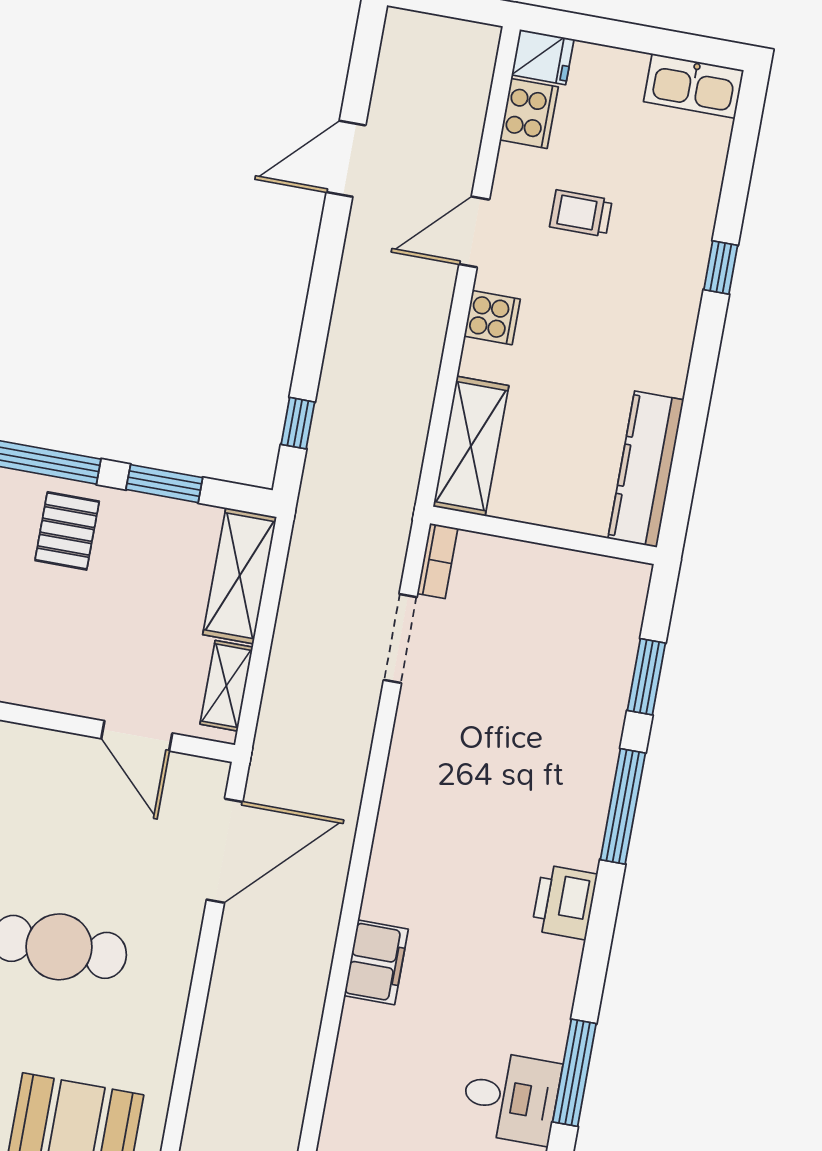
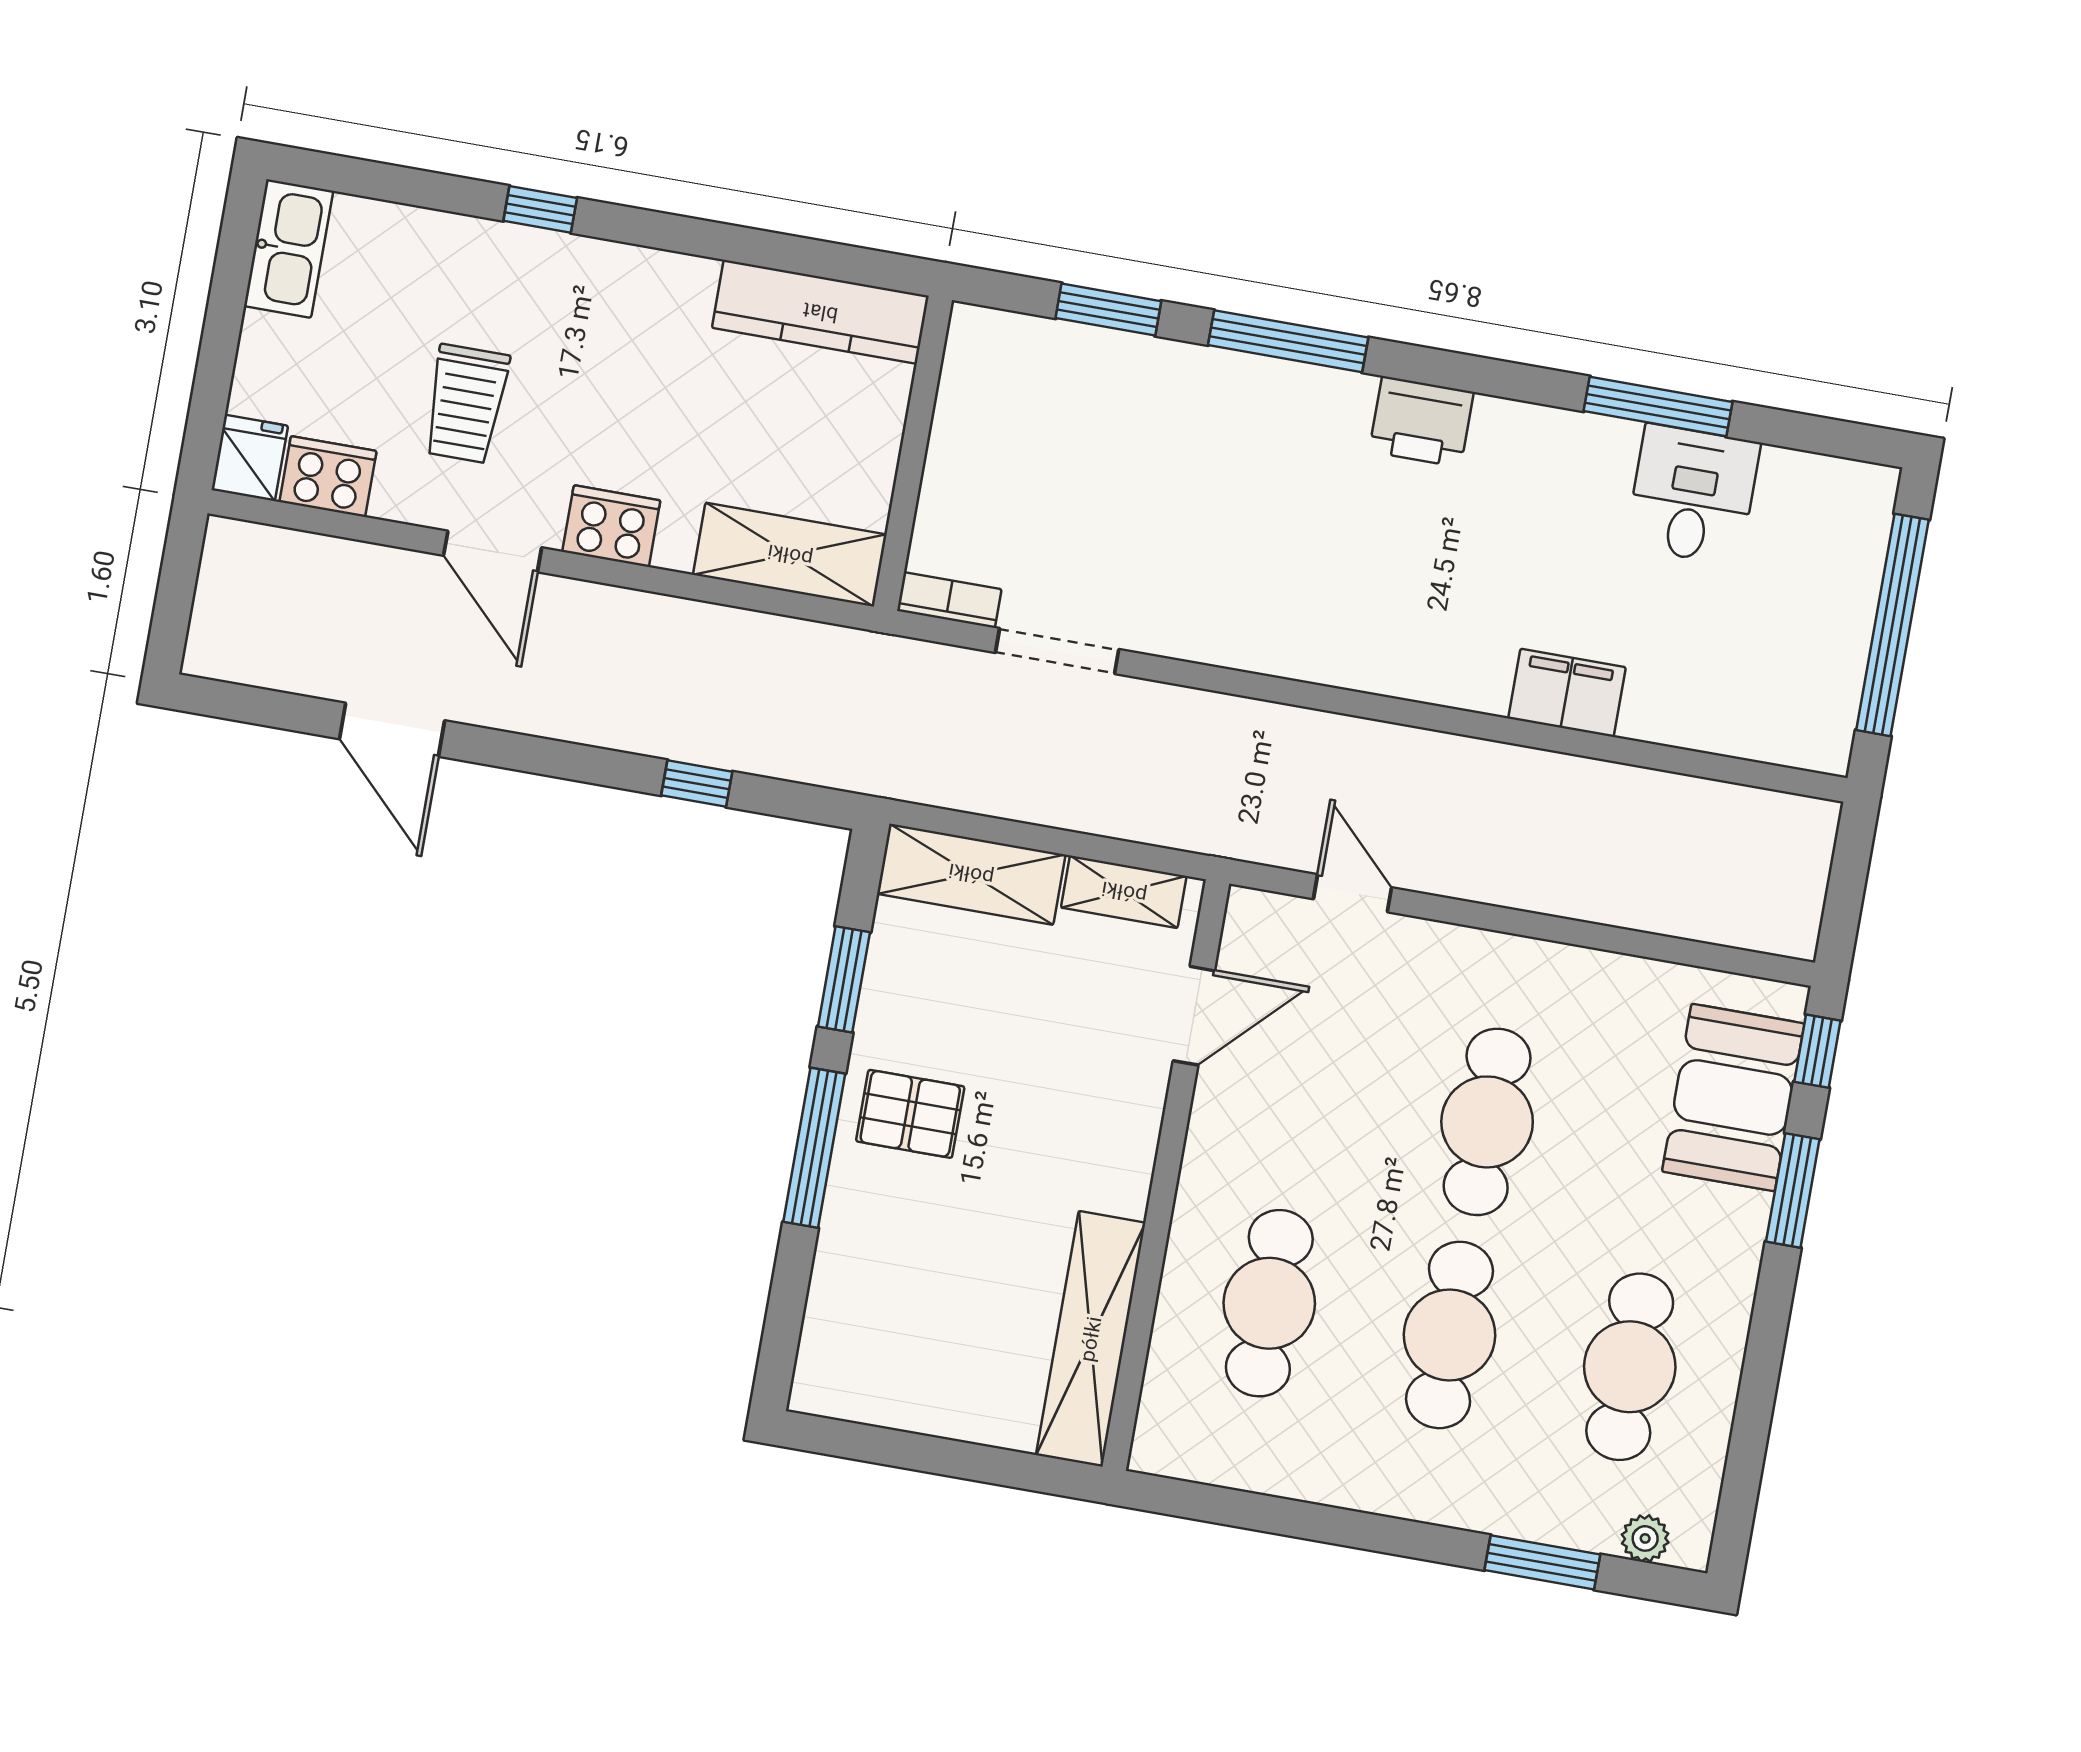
trolley: (581, 213) -> (466, 404), width x1.36, depth x1.39
cooker: (492, 318) -> (611, 526), width x1.36
window: (298, 423) -> (697, 784), moved
door: (225, 851) -> (1352, 893), width x0.53
filing cabinet: (376, 962) -> (1567, 693), moved

